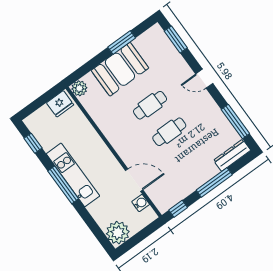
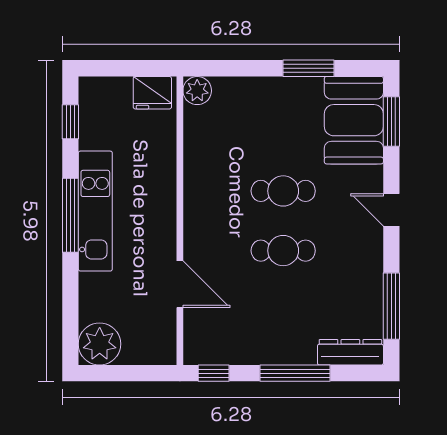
booth: (120, 69) -> (354, 120), moved, turned 90
water cooler: (141, 203) -> (165, 325), removed

